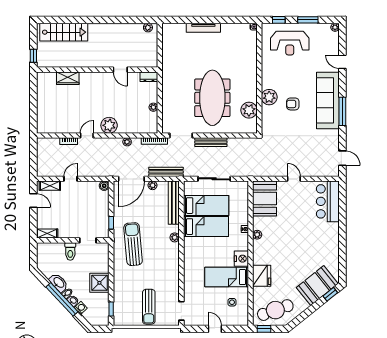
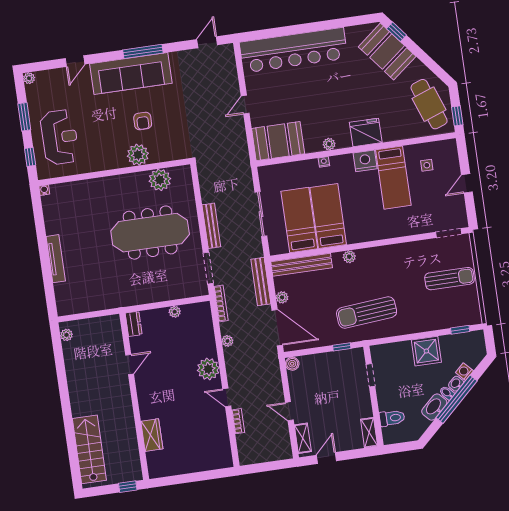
bar counter: (328, 201) -> (294, 50), width x1.86
toilet: (70, 251) -> (392, 418), moved
fridge: (262, 276) -> (366, 132), moved

